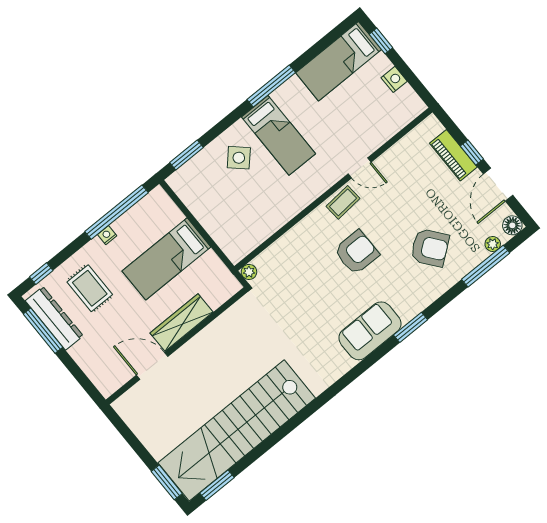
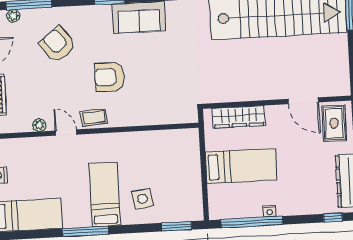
side table: (239, 158) -> (142, 199), turned 38
plant: (249, 272) -> (39, 125), moved
rug: (90, 288) -> (334, 123), moved
wardrobe: (182, 322) -> (239, 117), moved

